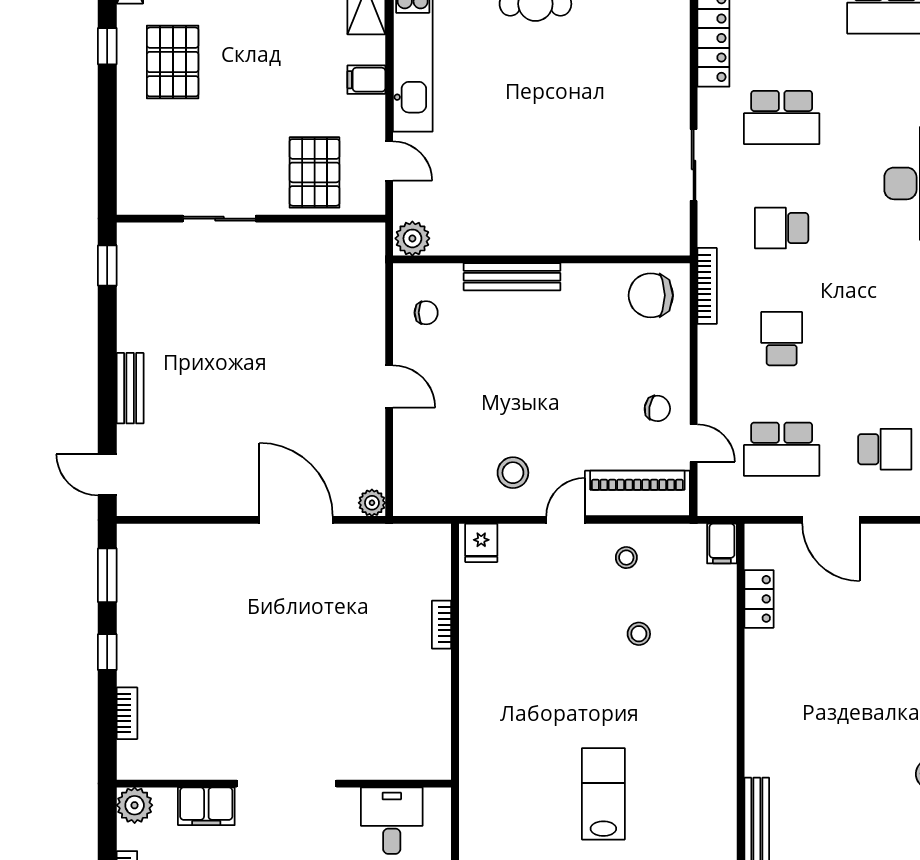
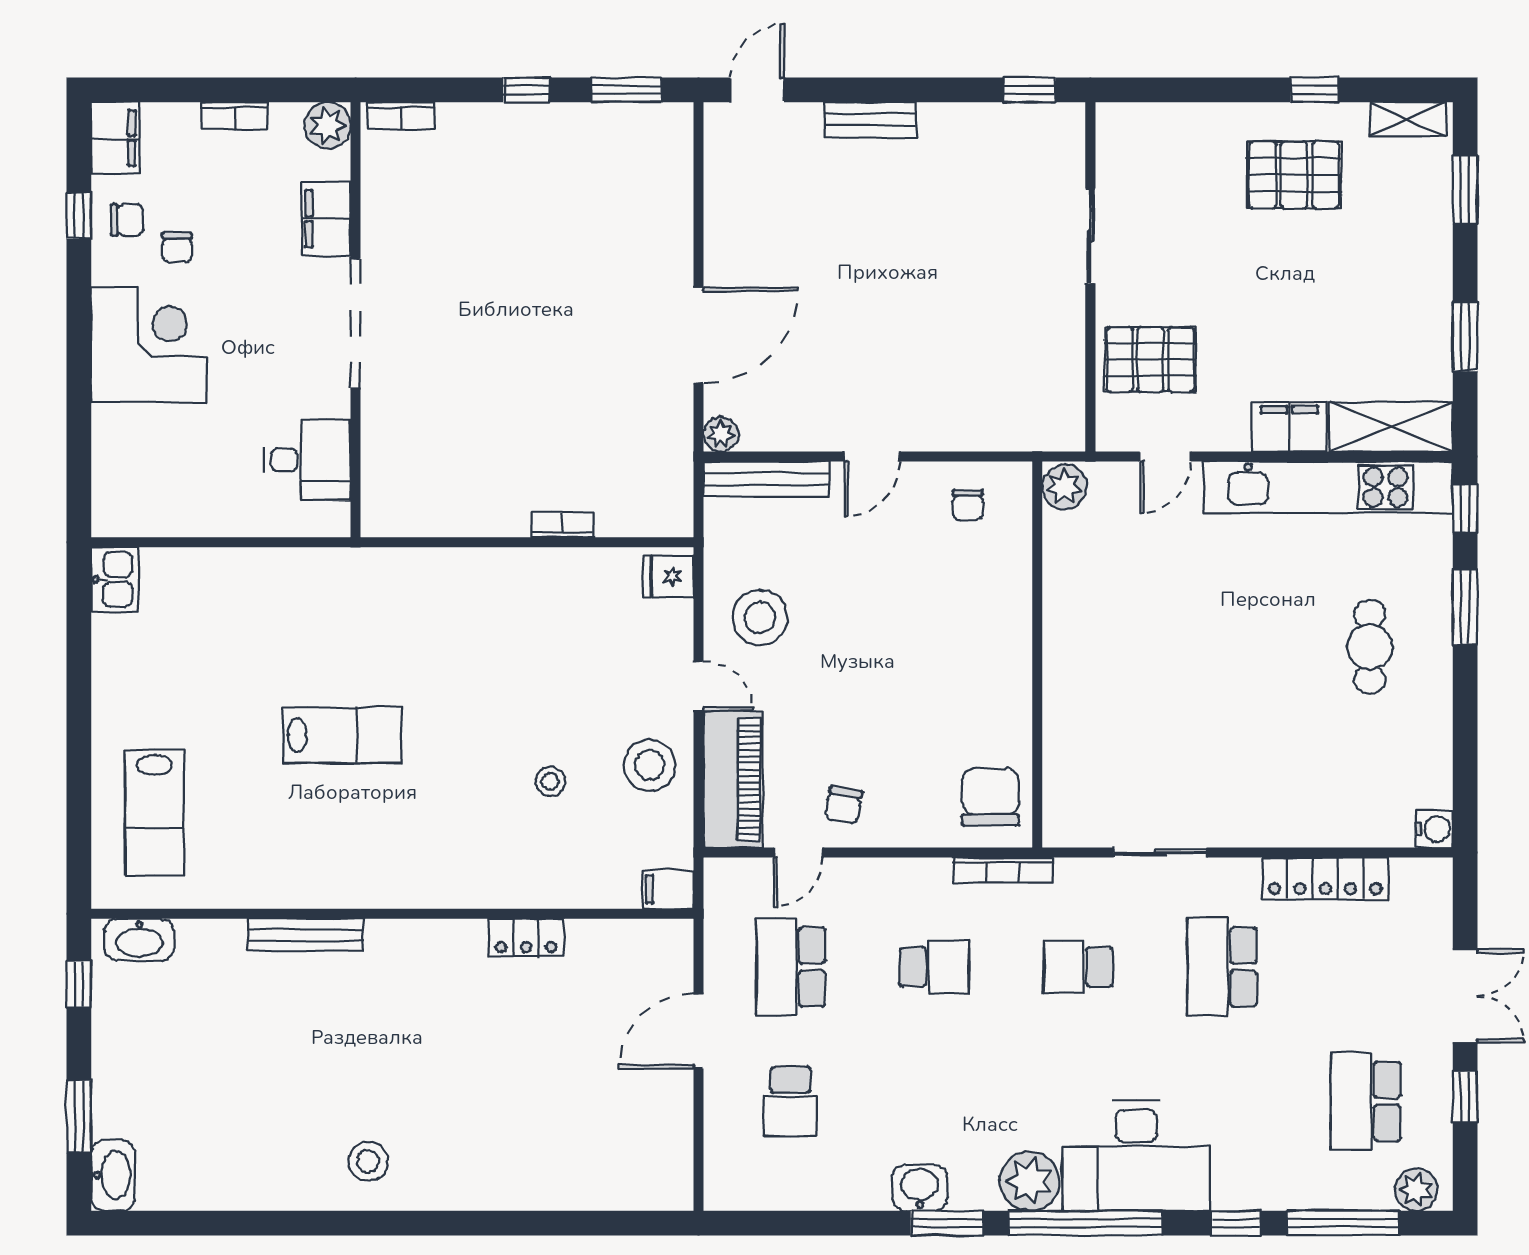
filing cabinet: (366, 80) -> (1290, 427), width x2.00
school desk: (782, 228) -> (1078, 967), turned -90
bench: (512, 277) -> (766, 479), moved, turned 90
stool: (513, 473) -> (760, 618), width x1.38, depth x1.38
stool: (626, 558) -> (650, 765), width x1.89, depth x1.89
locker: (759, 599) -> (526, 938), moved
bookcase: (127, 713) -> (401, 116), moved

